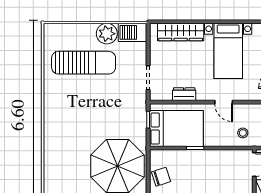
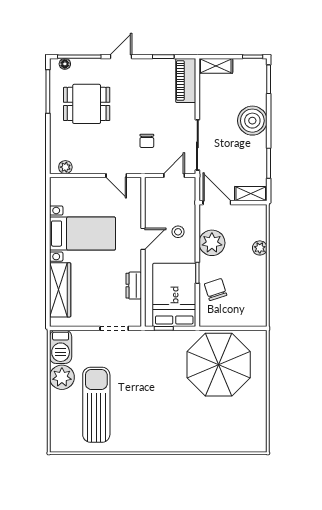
stool: (243, 133) -> (178, 232), moved
plant: (220, 160) -> (212, 243), added
chair: (161, 177) -> (216, 290), moved

